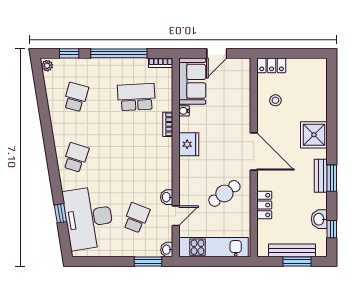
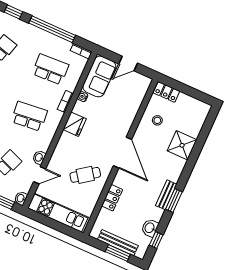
shower: (314, 135) -> (182, 145), moved
school desk: (136, 157) -> (29, 116), added

